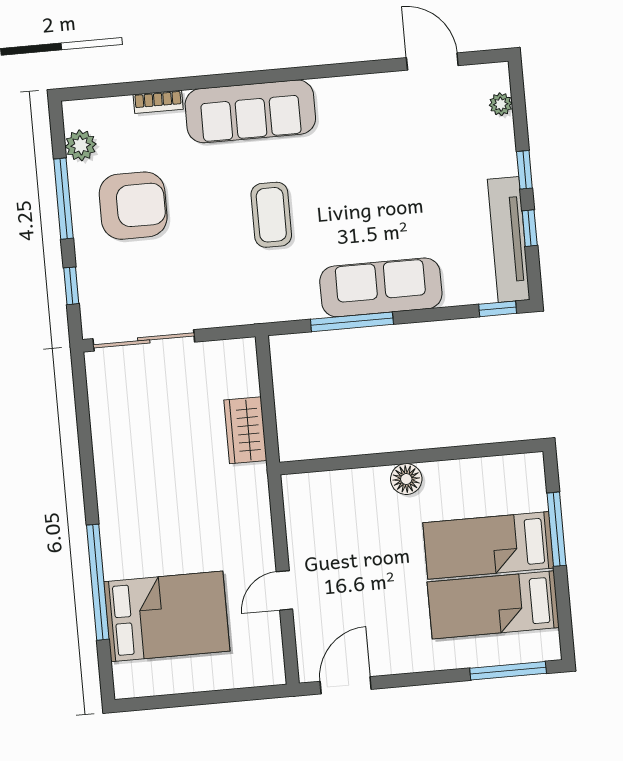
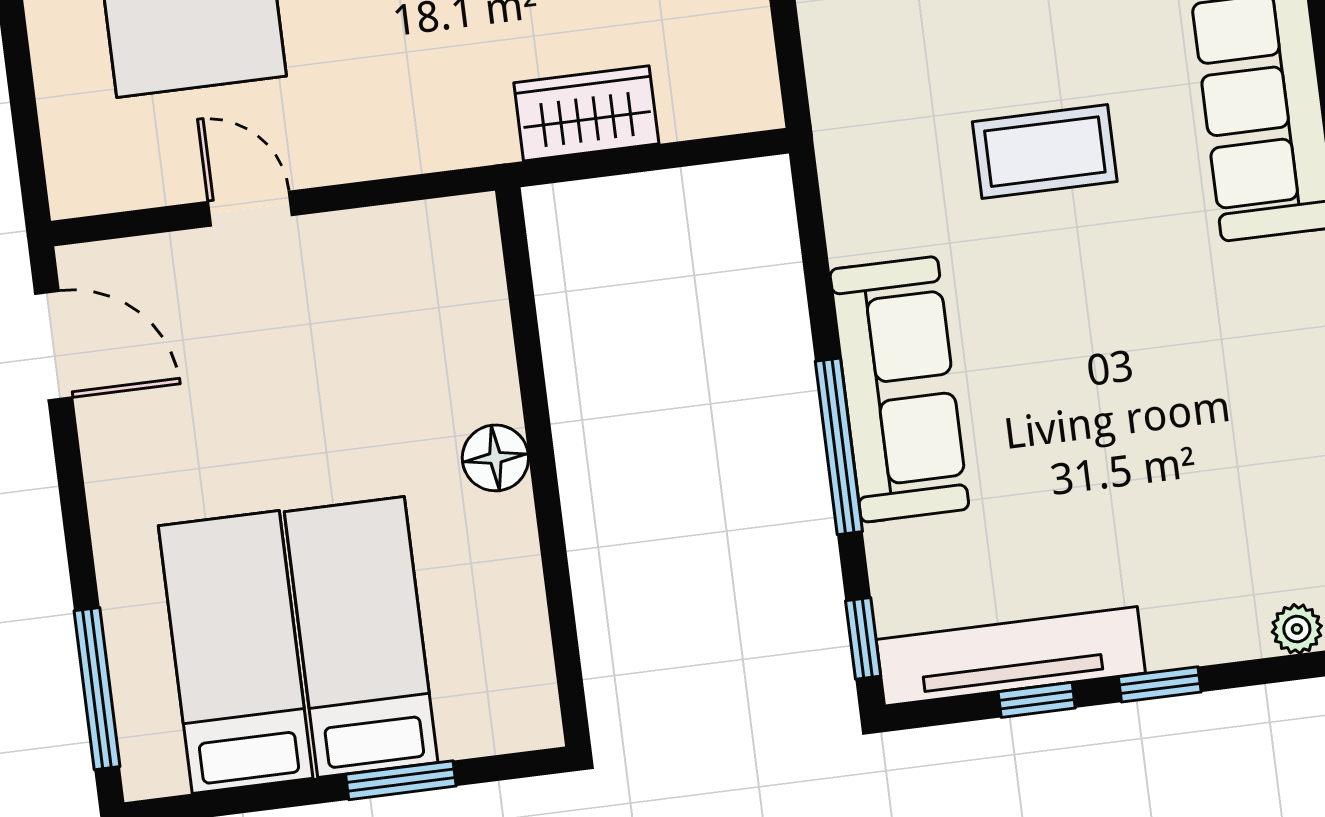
window: (352, 322) -> (839, 446), moved
window: (557, 529) -> (401, 780), width x0.69

